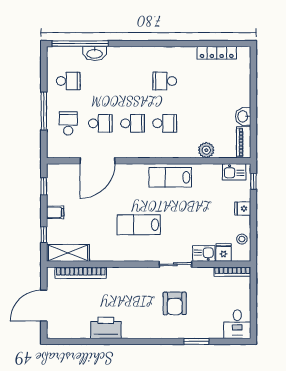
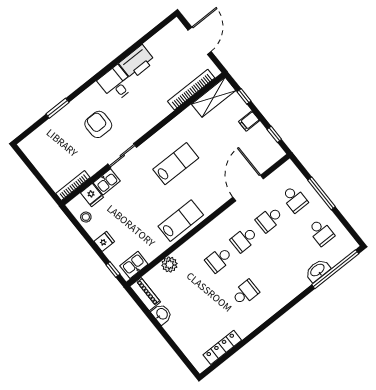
school desk: (68, 81) -> (321, 232), turned -90
desk: (237, 324) -> (116, 84), moved

